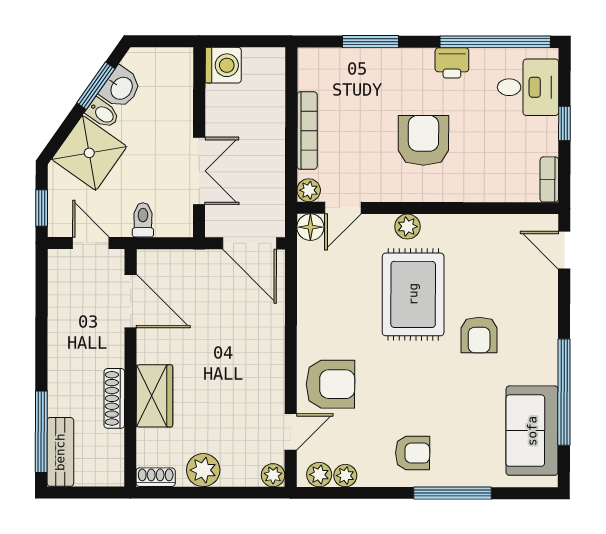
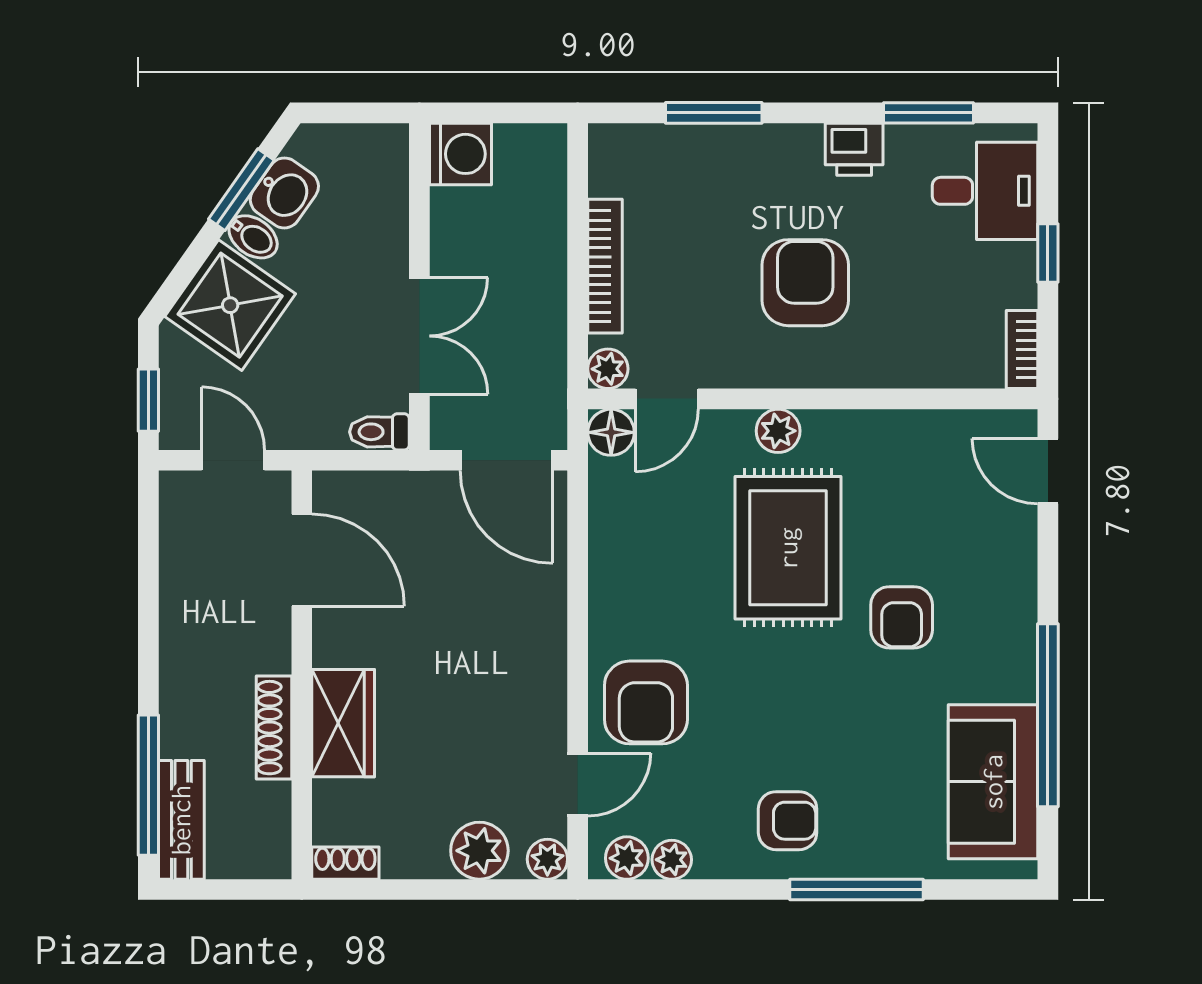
window: (495, 42) -> (928, 113), width x0.47
toilet: (143, 220) -> (379, 432), moved, turned -90
armchair: (330, 384) -> (646, 702), turned 90
plant: (203, 470) -> (479, 851), moved

